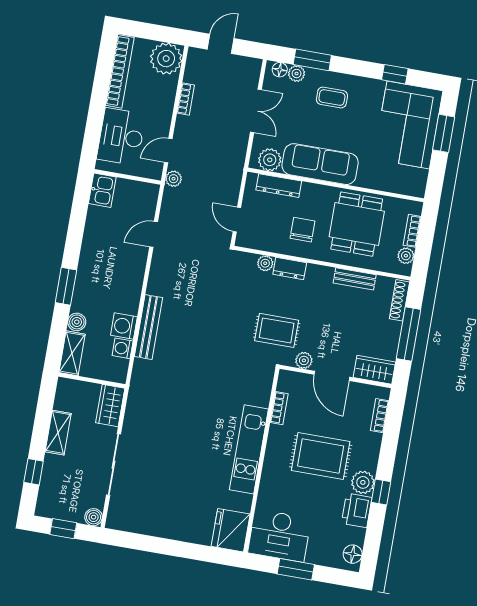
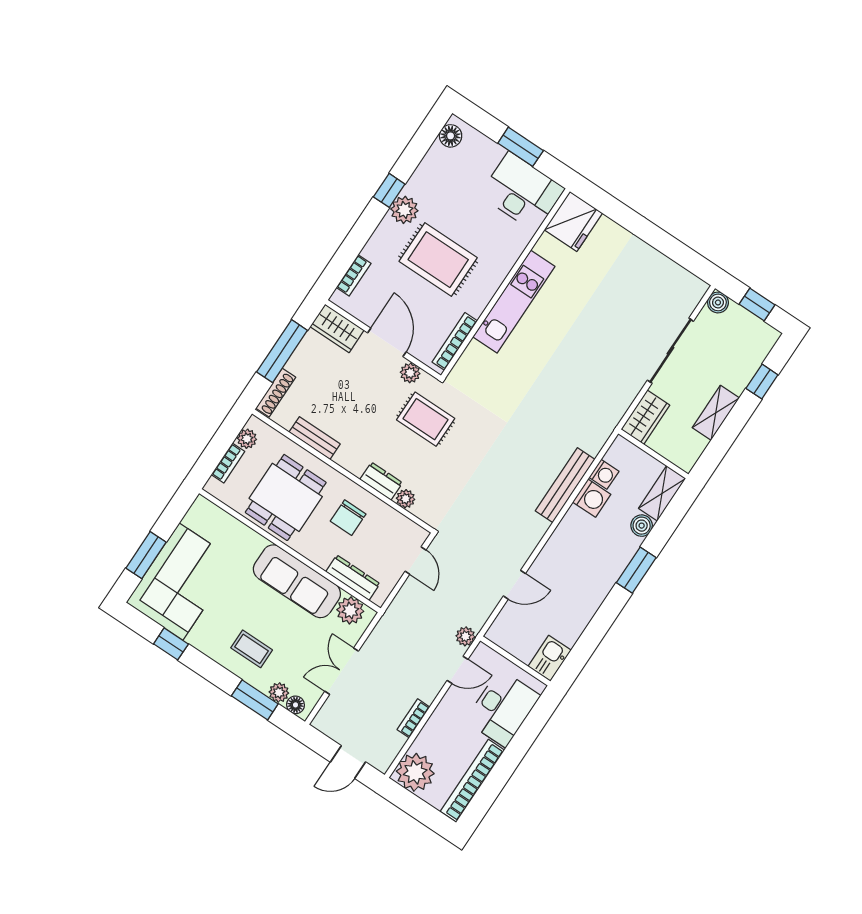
bookcase: (279, 408) -> (455, 341), width x1.56
printer: (357, 510) -> (425, 182), removed

